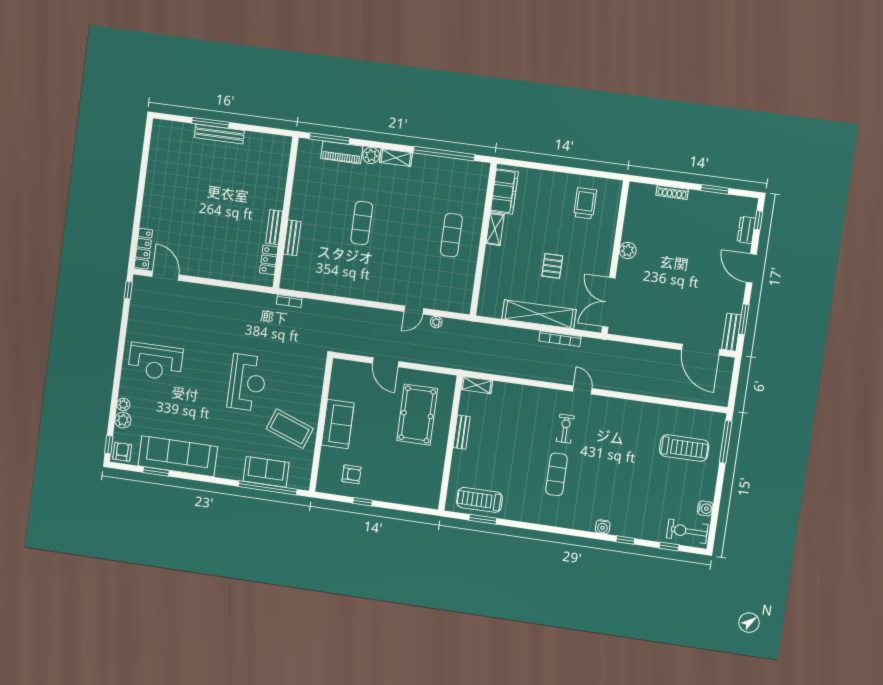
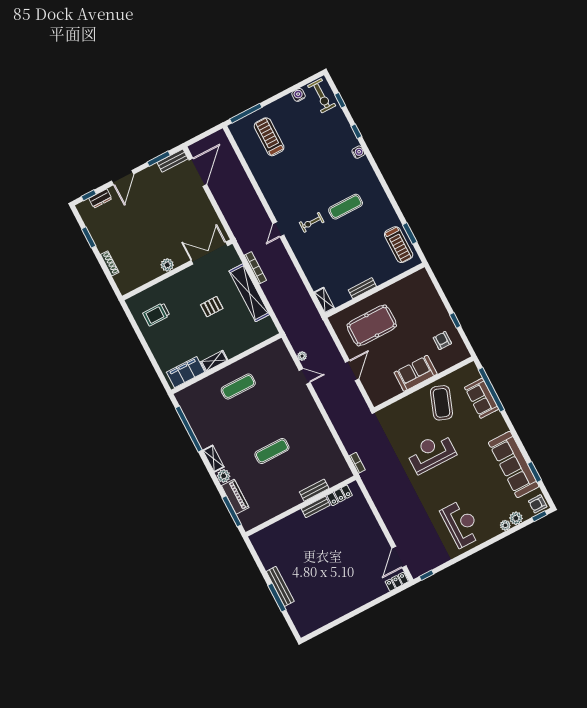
locker: (143, 249) -> (397, 582), width x0.66
double door: (609, 302) -> (209, 253), swing flipped

